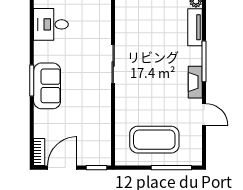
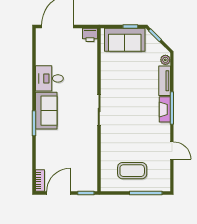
fireplace: (195, 82) -> (165, 109), moved
sofa: (47, 86) -> (46, 111), moved
coffee table: (154, 140) -> (132, 171), width x0.73, depth x0.76

